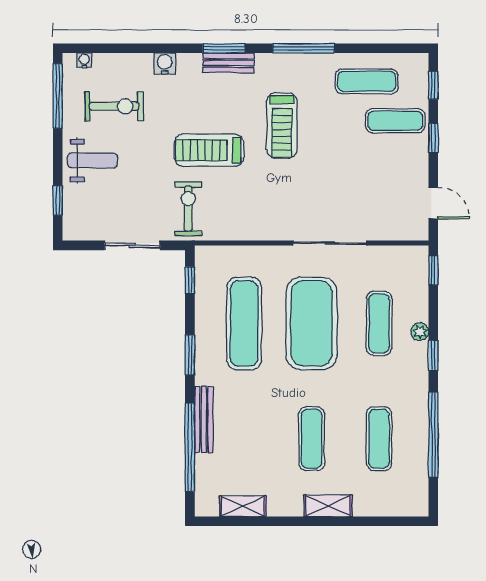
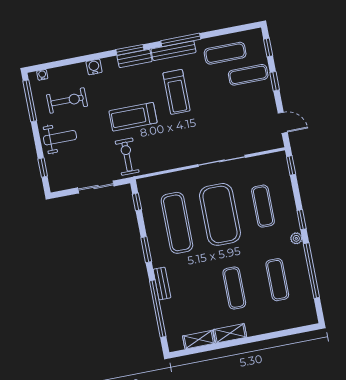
bench: (289, 62) -> (173, 51), added
plant: (420, 332) -> (296, 238), moved
bench: (204, 419) -> (162, 284), width x0.73
shelving: (328, 506) -> (230, 333), moved

